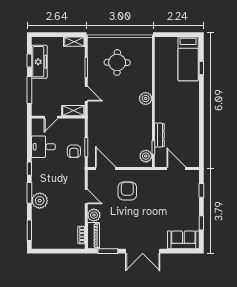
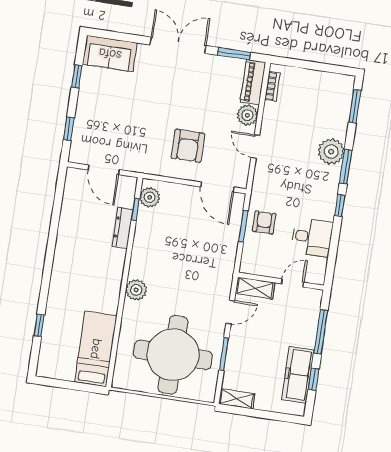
bed: (188, 59) -> (96, 349), moved
round table: (117, 62) -> (173, 355), width x1.86, depth x1.86
door: (86, 94) -> (230, 312), swing flipped

